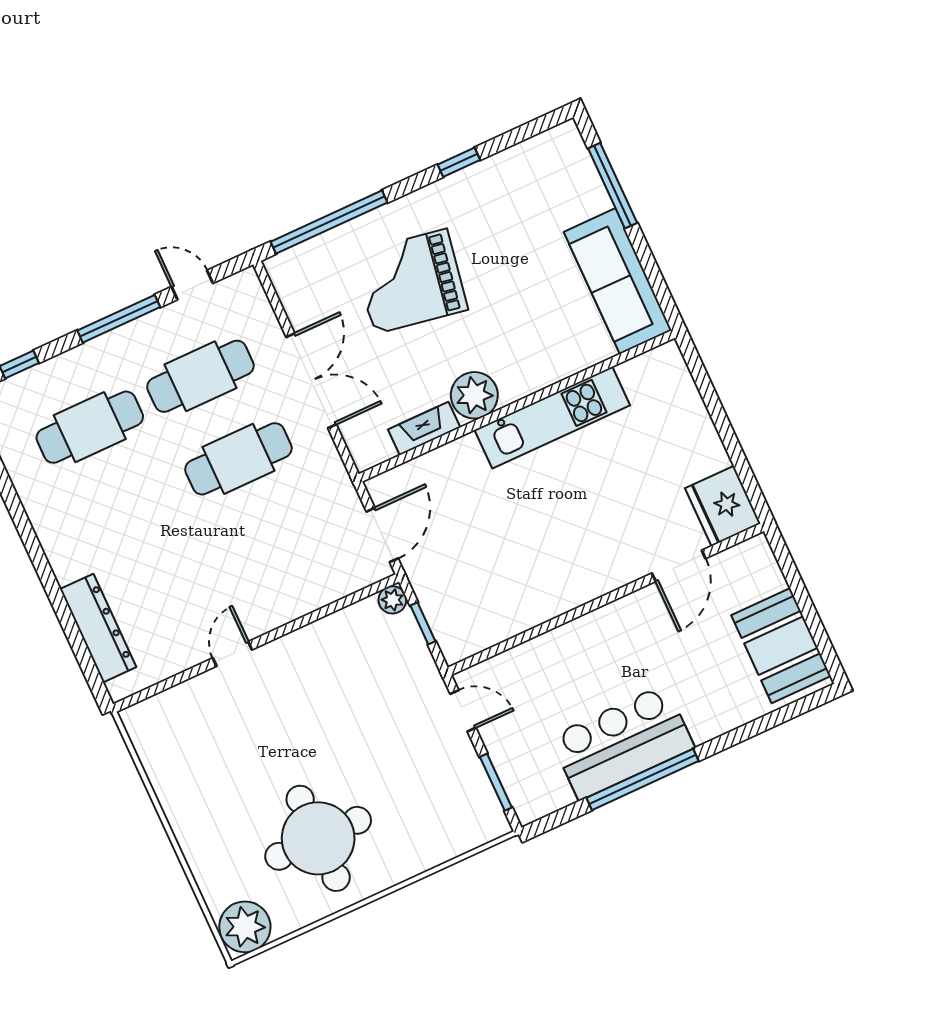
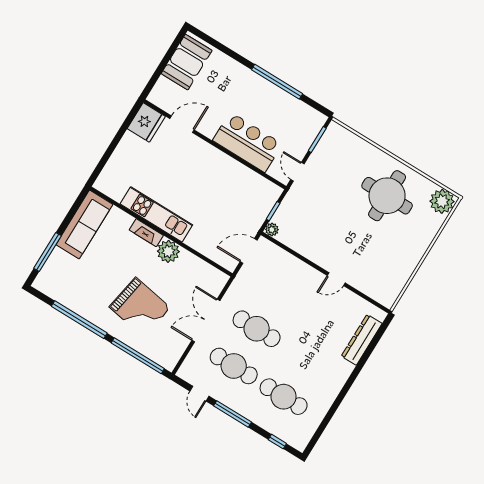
window: (459, 162) -> (79, 320), width x3.17
fireplace: (424, 428) -> (146, 233), moved
bar counter: (622, 742) -> (248, 142), moved, turned 180

